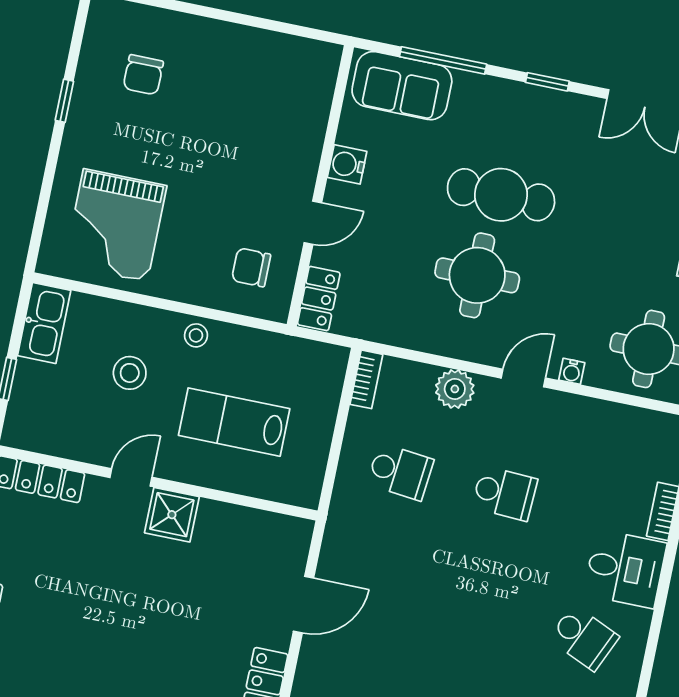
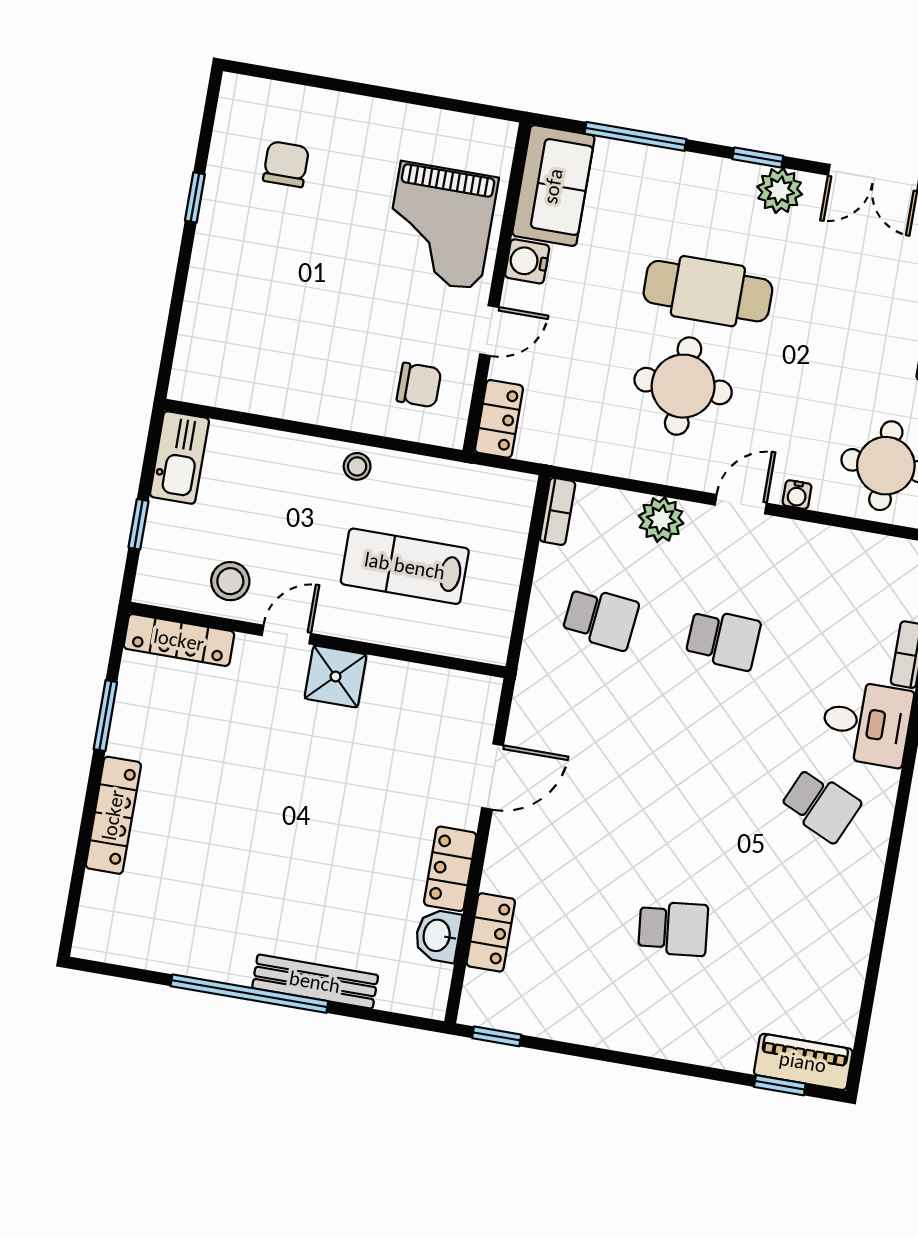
chair: (143, 75) -> (286, 164), turned 180
sofa: (402, 86) -> (553, 186), moved, turned -90
plant: (565, 111) -> (780, 191), added
grand piano: (115, 225) -> (440, 226), moved
chair: (251, 267) -> (419, 385), turned 180
stool: (130, 373) -> (230, 581), moved

